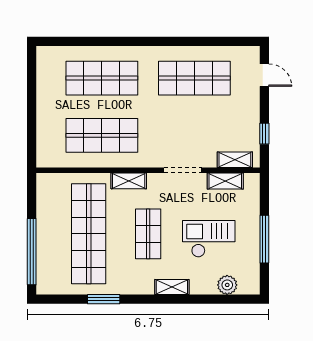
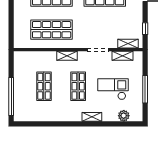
shop shelf: (89, 234) -> (44, 86), width x0.50, depth x0.74
window: (104, 299) -> (53, 124), removed

